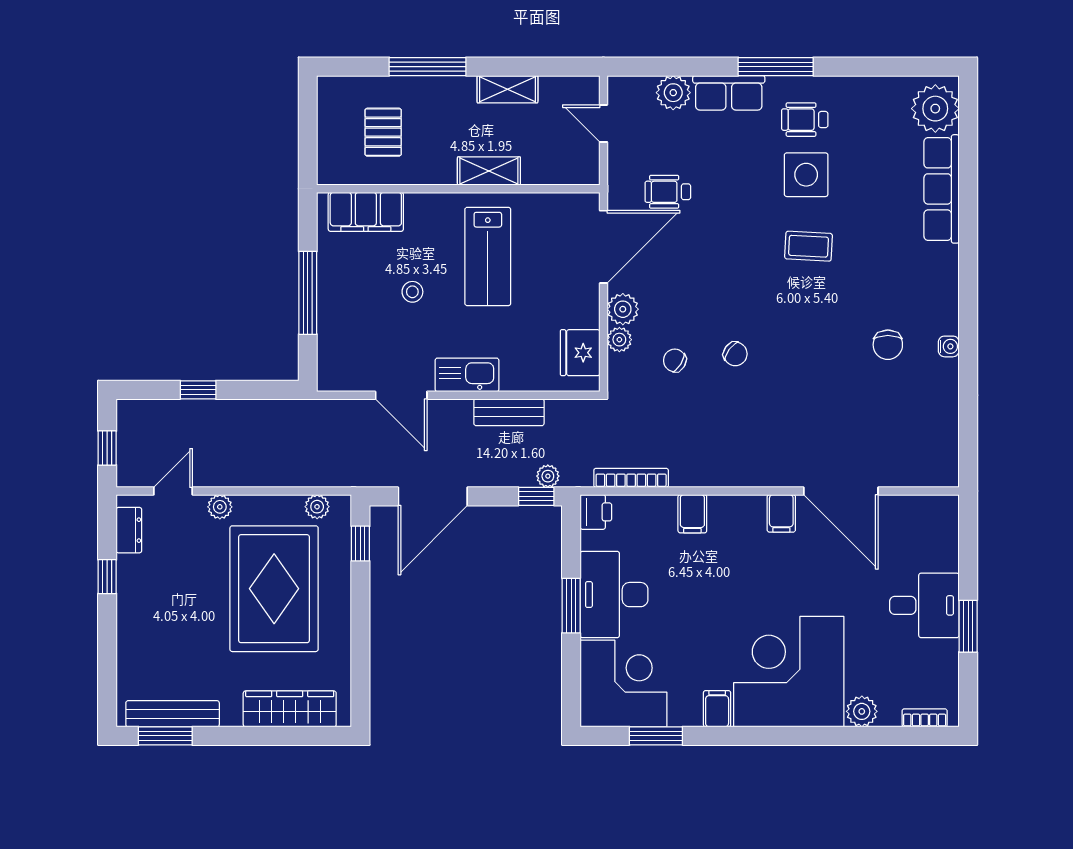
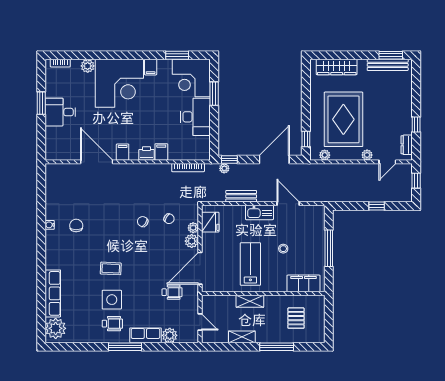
printer: (596, 512) -> (146, 153), moved, turned 90
window: (571, 606) -> (214, 94), moved

